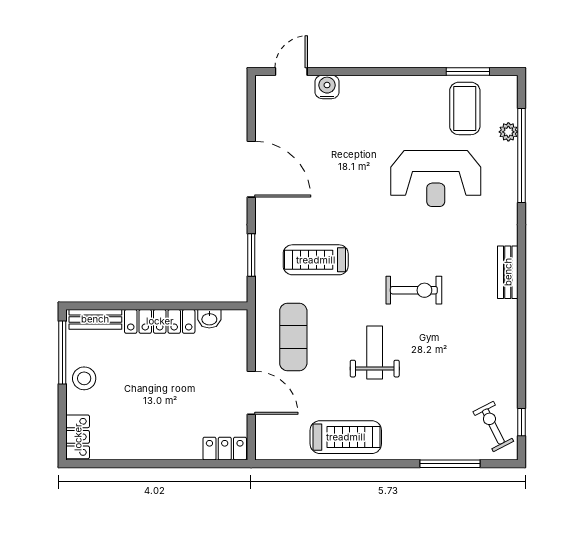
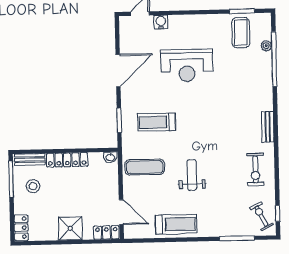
door: (251, 169) -> (118, 71), hinge flipped
reception desk: (436, 178) -> (187, 65), moved
exercise bike: (414, 290) -> (255, 169), moved, turned 90
washbasin: (209, 319) -> (110, 157), moved
exercise mat: (293, 337) -> (145, 167), turned 90
stool: (84, 378) -> (33, 186), moved
door: (251, 393) -> (121, 212), moved
shower: (163, 440) -> (70, 228), added

